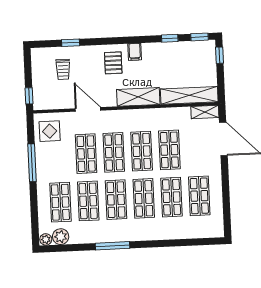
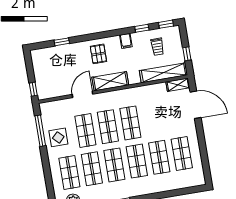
filing cabinet: (135, 52) -> (126, 41), moved
window: (219, 55) -> (187, 54), moved
trolley: (63, 69) -> (157, 47), moved
shelving: (138, 97) -> (110, 81), moved
door: (88, 109) -> (83, 94), hinge flipped
display table: (50, 131) -> (58, 137), moved
shop shelf: (169, 150) -> (153, 119), removed
window: (32, 163) -> (40, 131), moved

